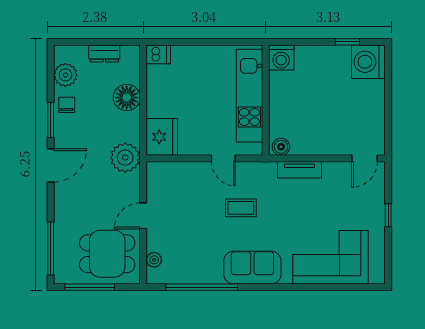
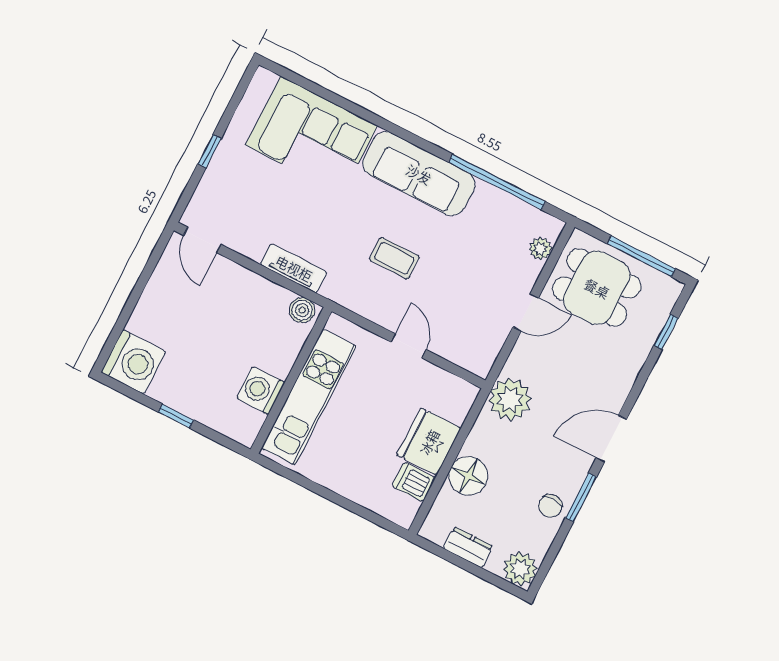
window: (347, 42) -> (176, 416), moved
dishwasher: (158, 54) -> (414, 482), moved
washing machine: (281, 58) -> (261, 390), moved, turned -90
plant: (65, 75) -> (520, 569), moved
fridge: (162, 137) -> (429, 442), moved
door: (223, 158) -> (409, 346), moved
door: (364, 158) -> (202, 240), swing flipped
window: (51, 248) -> (666, 332), width x0.46
sofa: (252, 268) -> (419, 174), width x1.36

